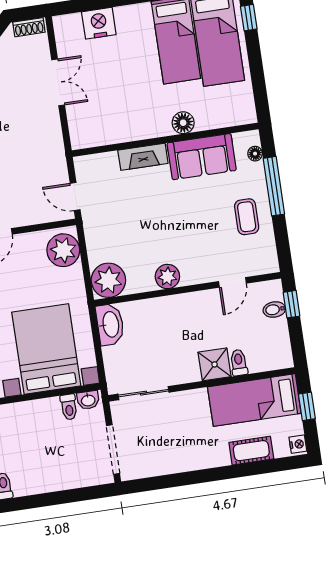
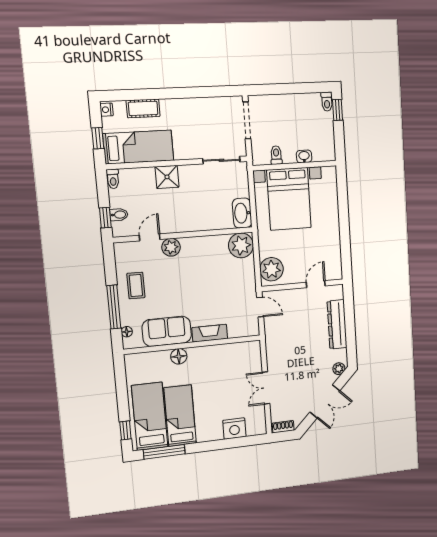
plant: (167, 277) -> (171, 247), moved
toilet: (239, 363) -> (113, 179), moved
washbasin: (88, 400) -> (304, 156), moved

